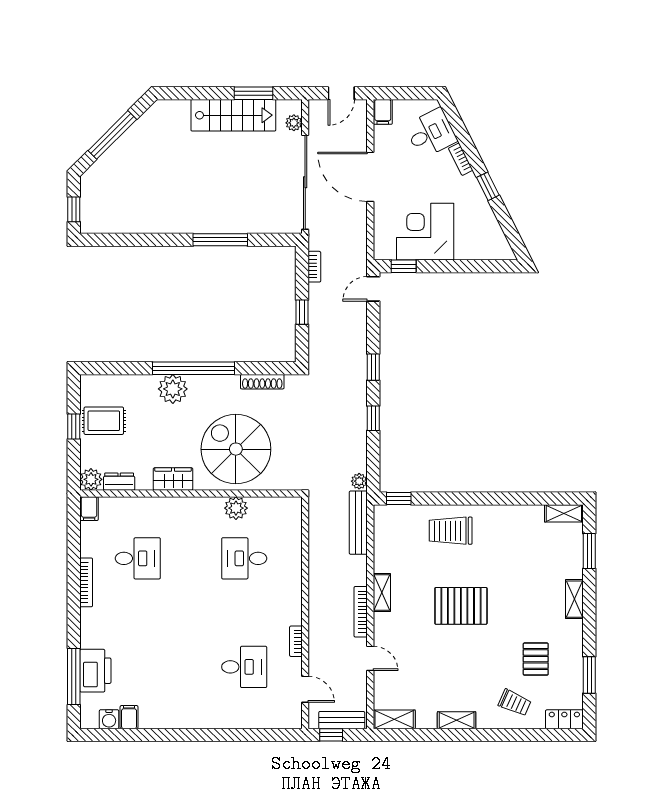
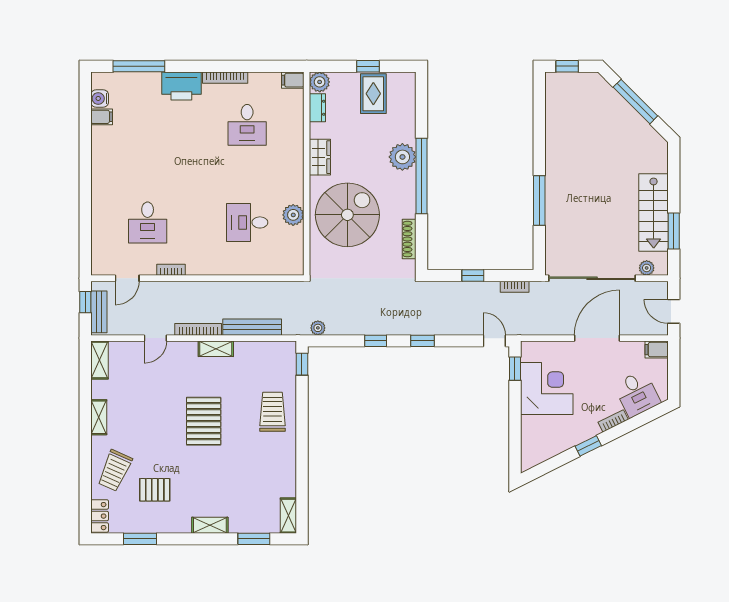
bench: (358, 523) -> (252, 327), moved
desk: (244, 558) -> (247, 222), turned -90
printer: (95, 671) -> (181, 86), moved
trolley: (515, 703) -> (115, 470), width x1.36, depth x1.39

